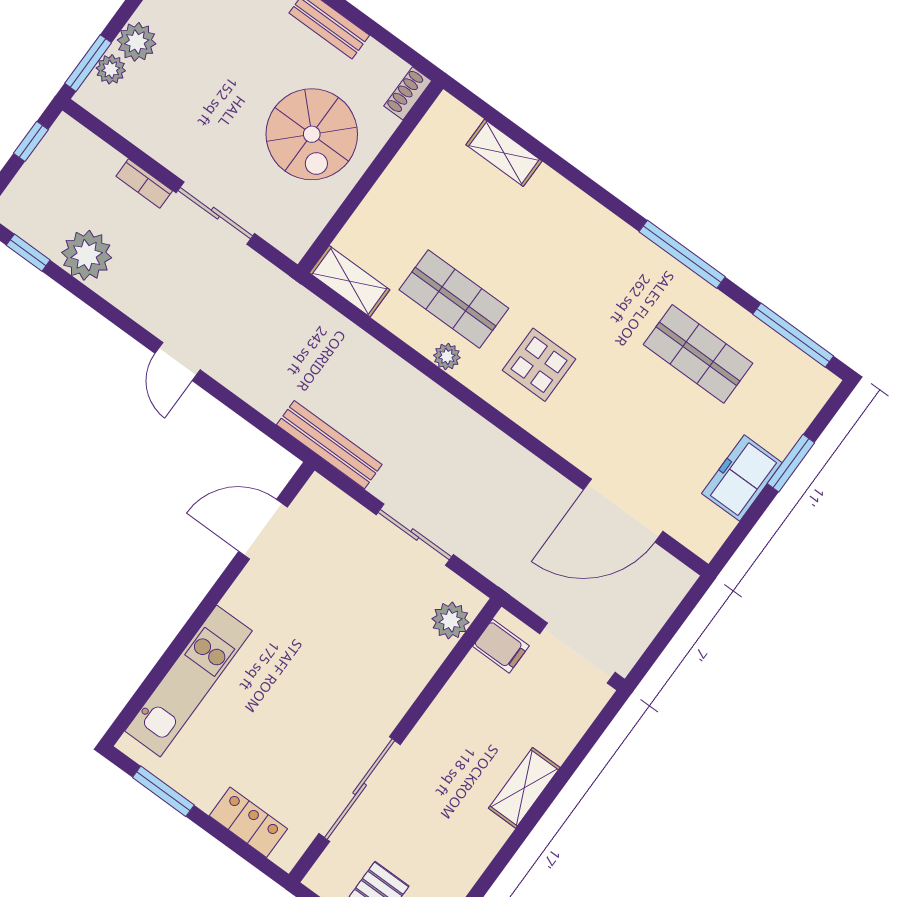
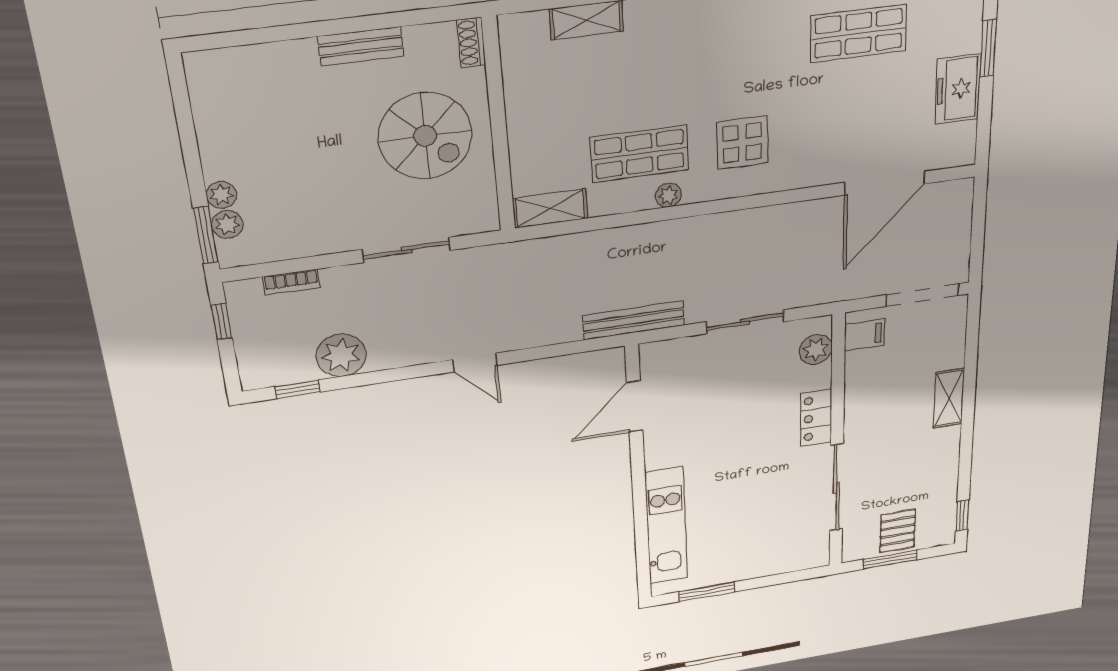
plant: (137, 42) -> (221, 195), width x0.73, depth x0.73
bookcase: (144, 183) -> (291, 282), moved
locker: (248, 822) -> (816, 418), moved, turned -90

